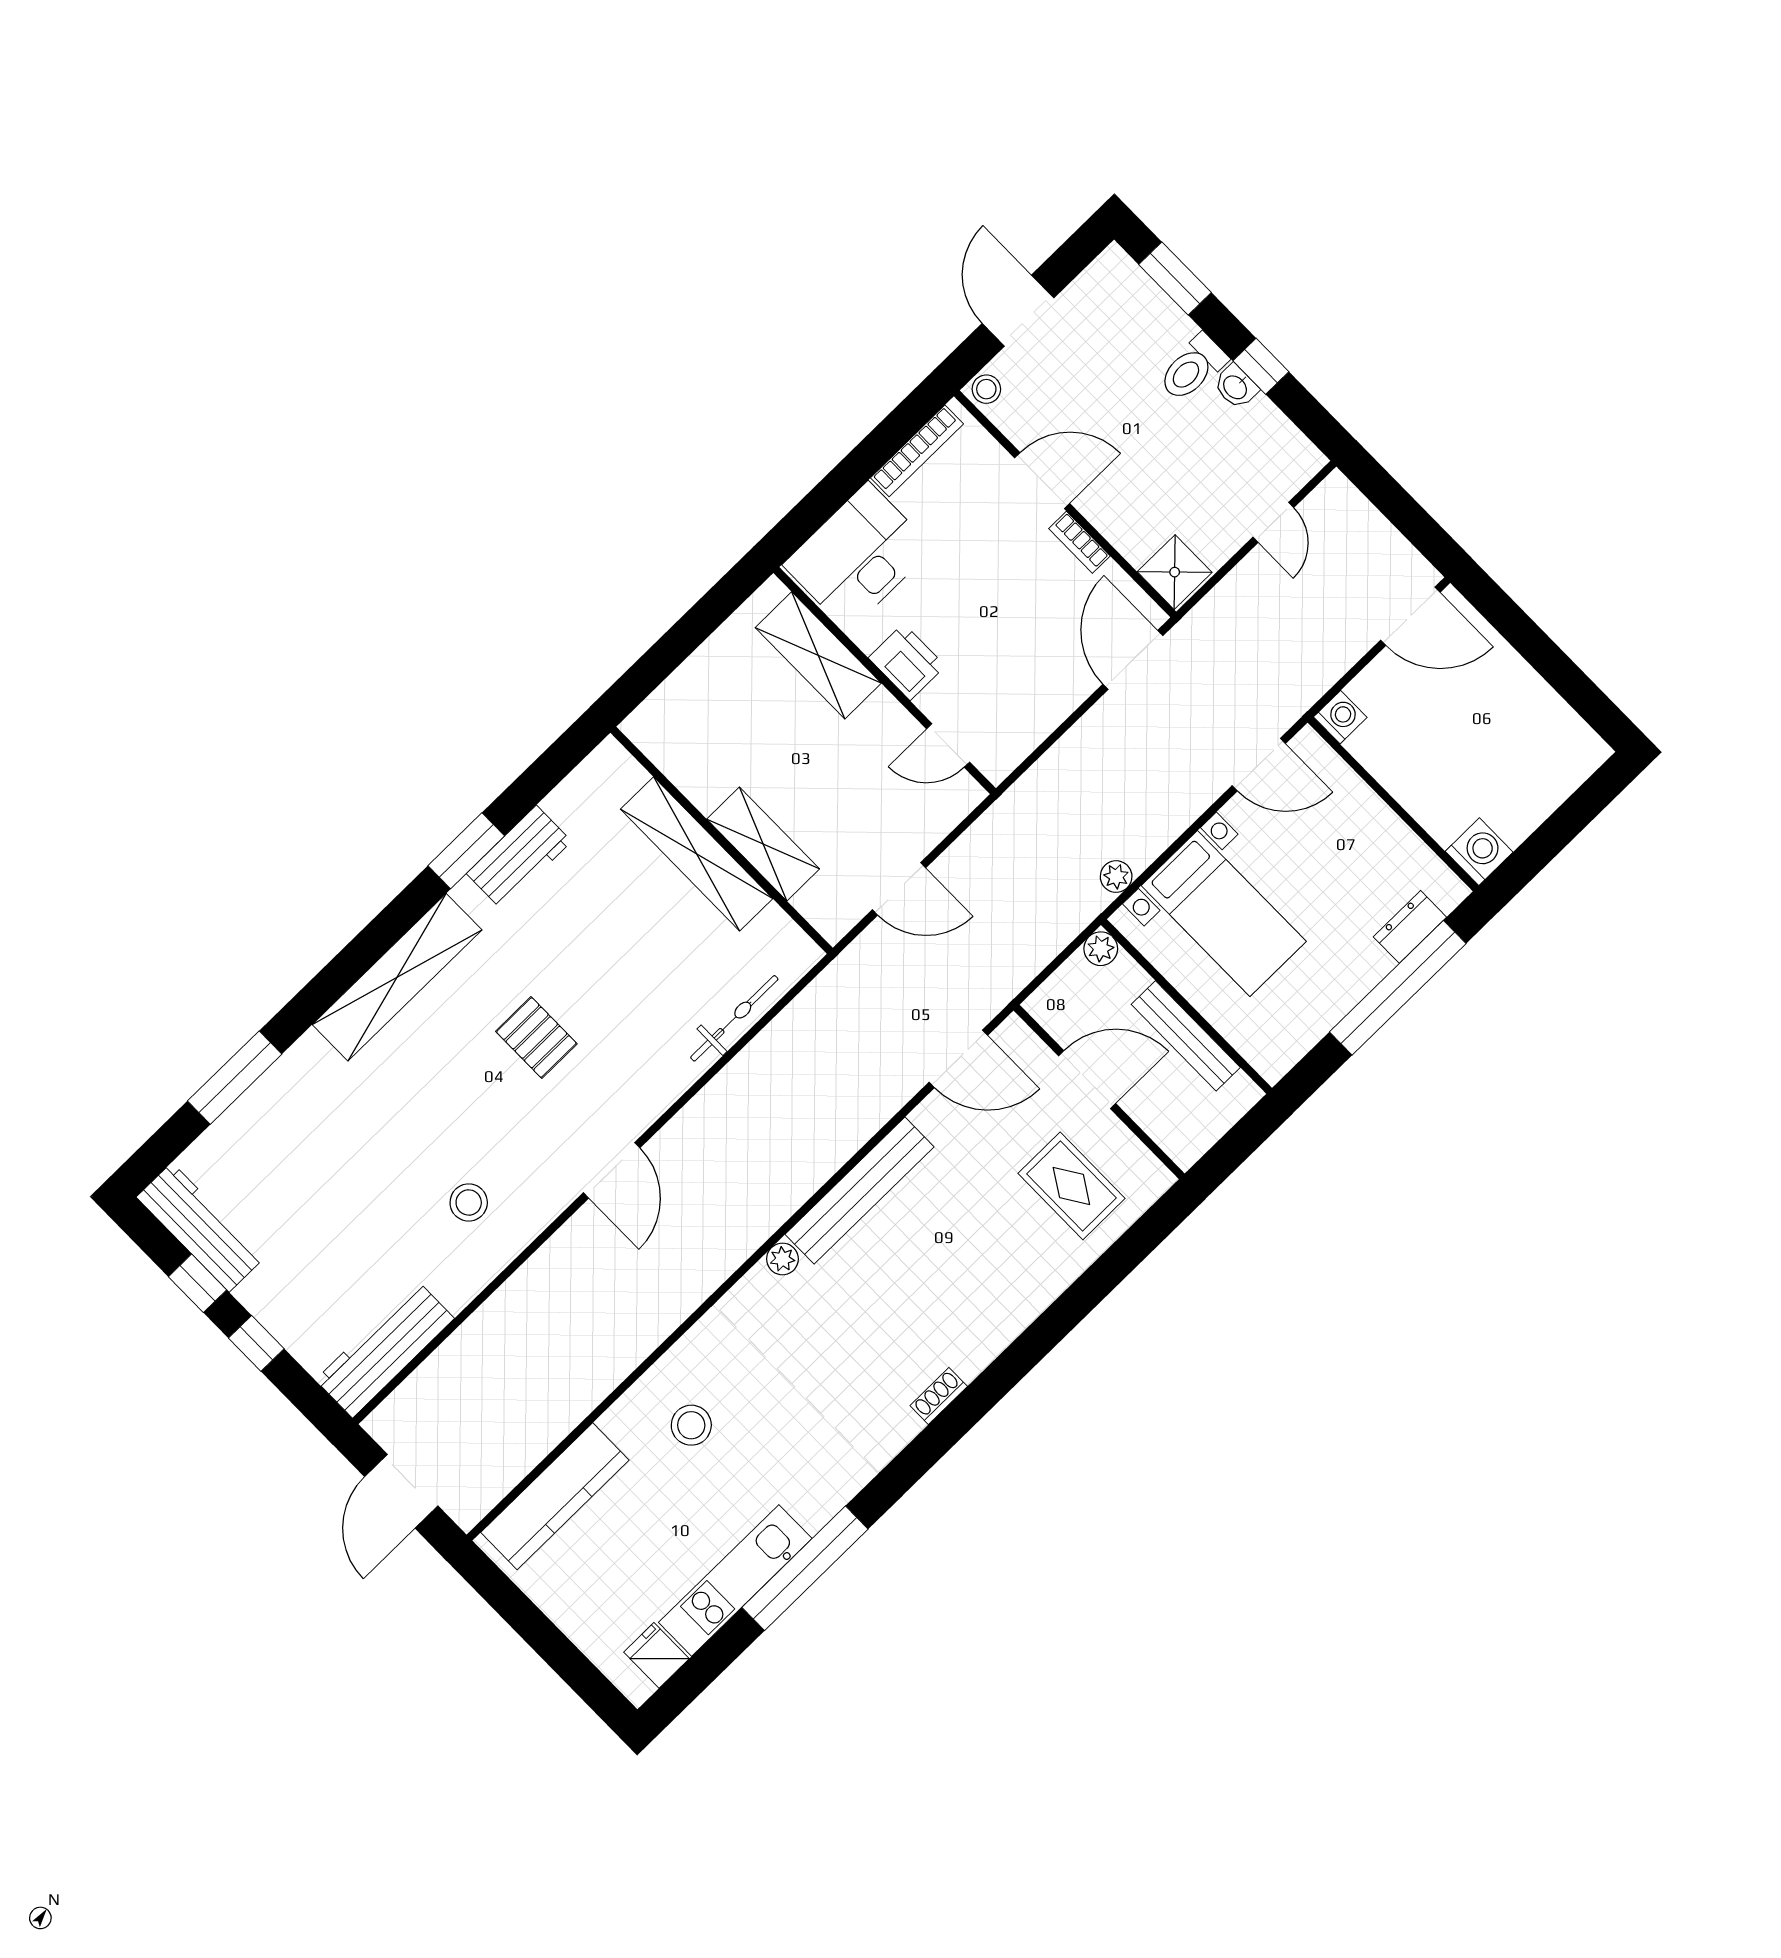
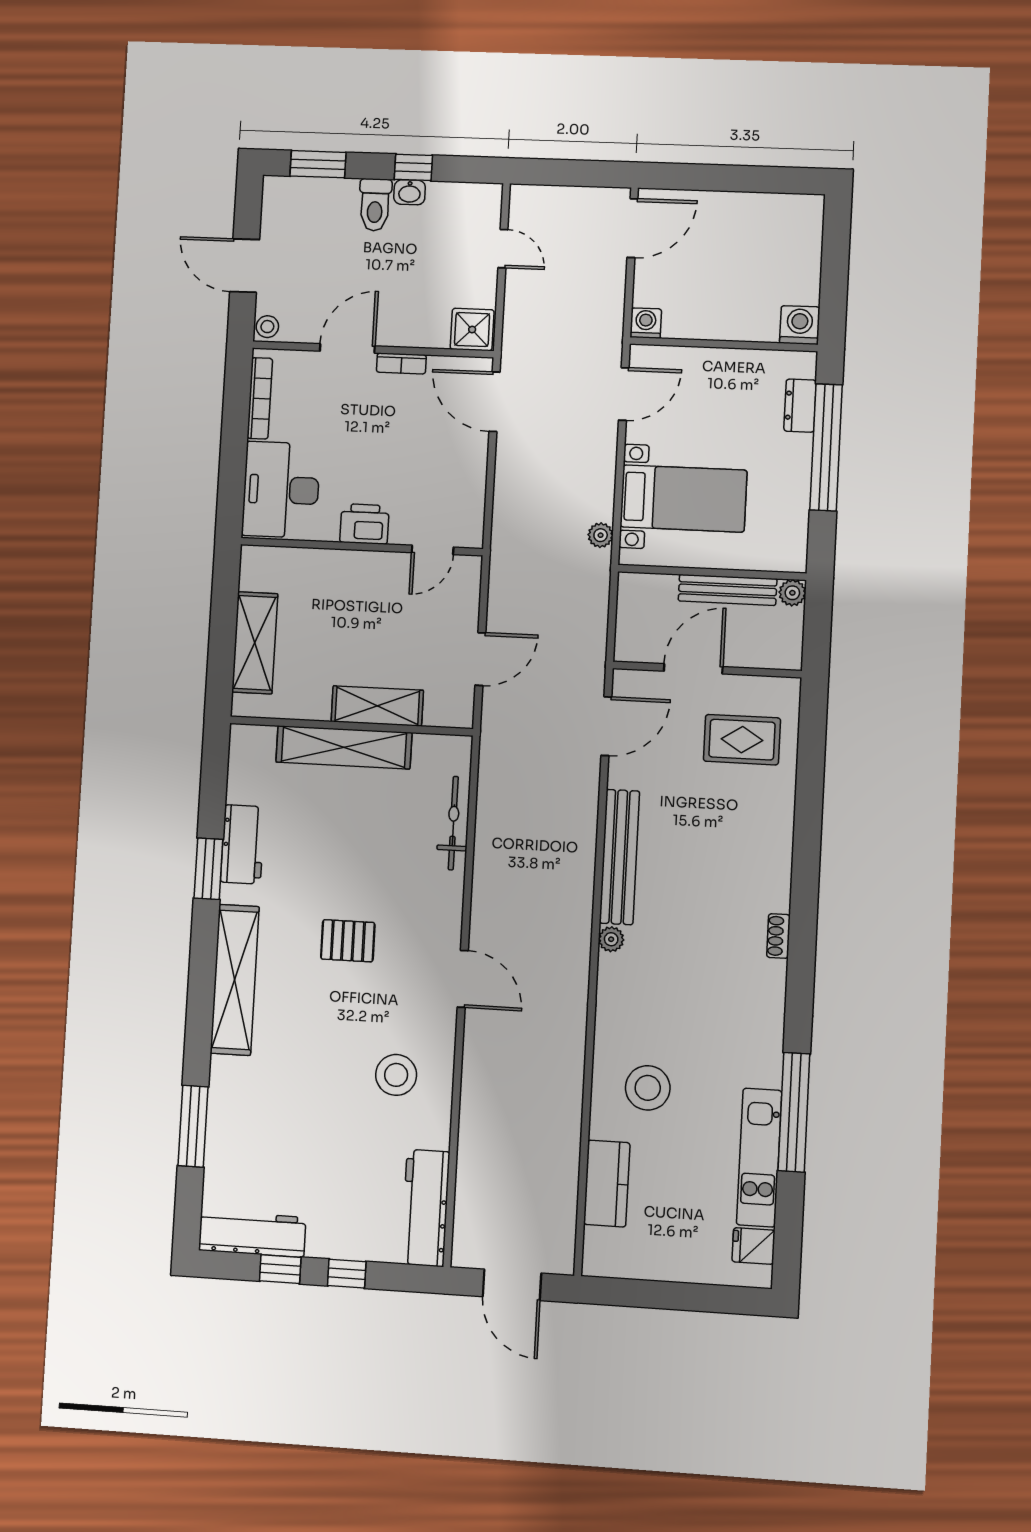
shelving: (818, 655) -> (255, 643), moved, turned 90
plant: (1101, 949) -> (792, 593), moved
stool: (469, 1202) -> (396, 1075), width x1.38, depth x1.38
stool: (691, 1425) -> (648, 1088), width x1.38, depth x1.38
kitchen counter: (555, 1496) -> (607, 1183), width x0.67

